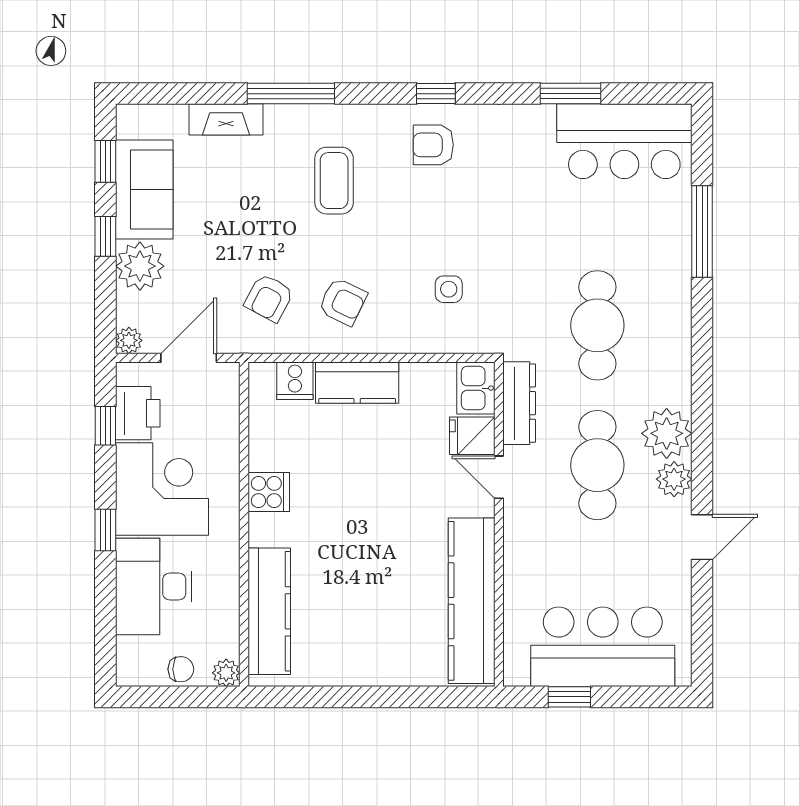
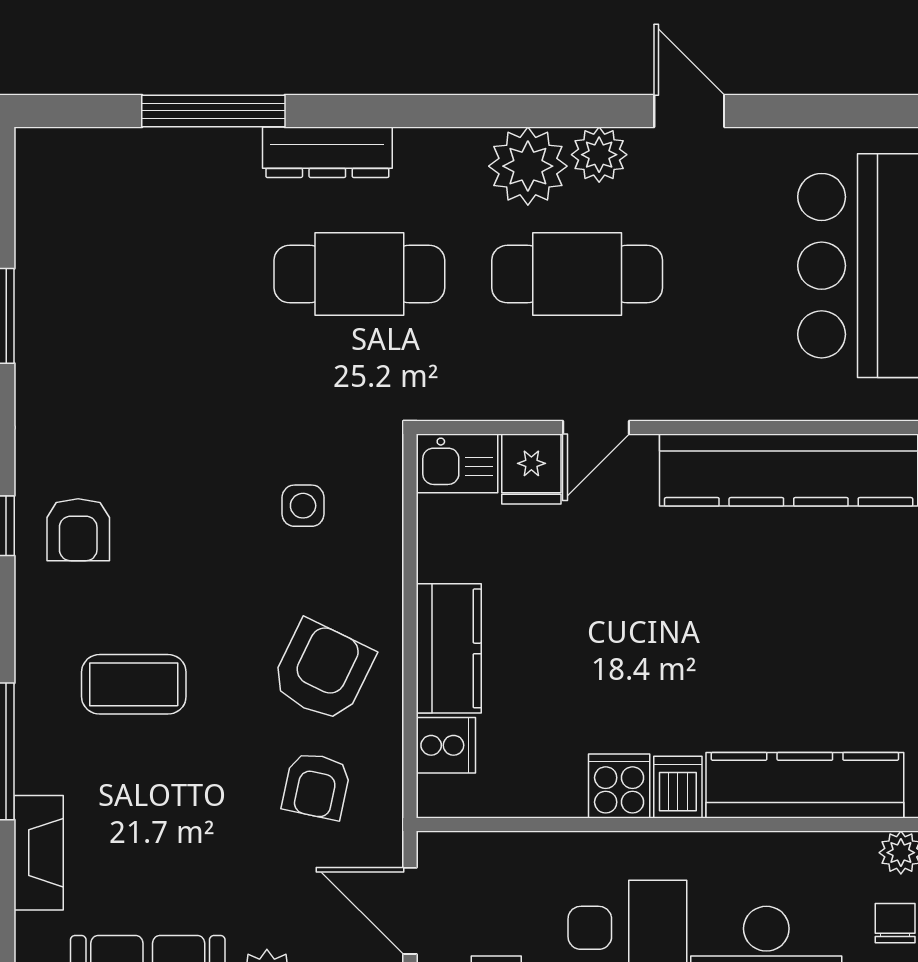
bar counter: (624, 141) -> (73, 232), removed
armchair: (269, 298) -> (316, 786), turned 74
armchair: (343, 302) -> (323, 671), width x1.38, depth x1.38
dresser: (519, 403) -> (327, 152), moved, turned 180
dishwasher: (268, 530) -> (678, 787), added

